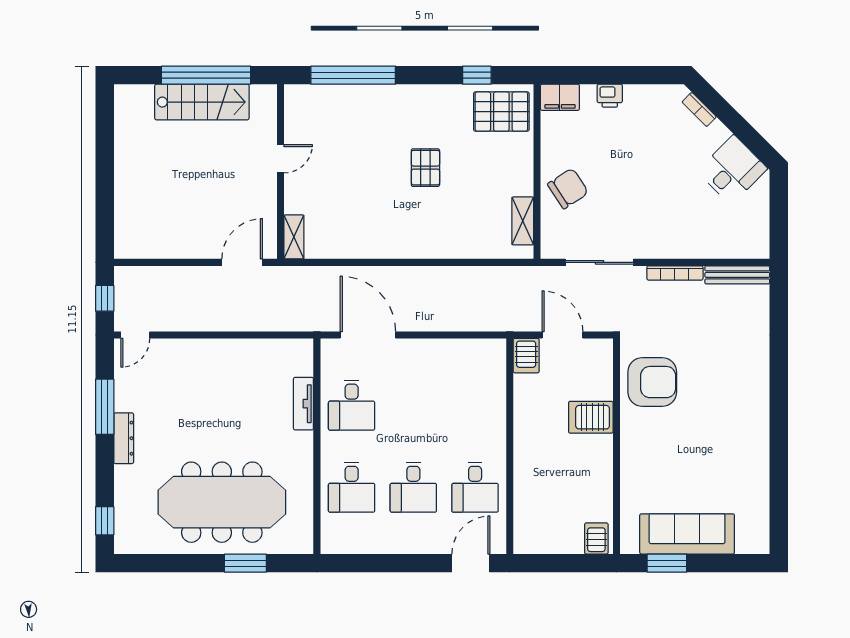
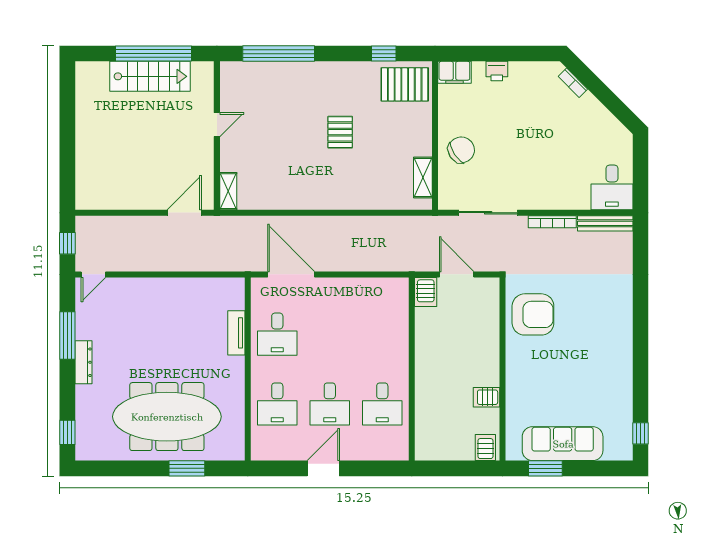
desk: (732, 170) -> (612, 187), moved, turned 135
server rack: (591, 417) -> (486, 397), moved, width x0.73, depth x0.70
window: (779, 522) -> (641, 433), added
door: (471, 563) -> (323, 468), moved

